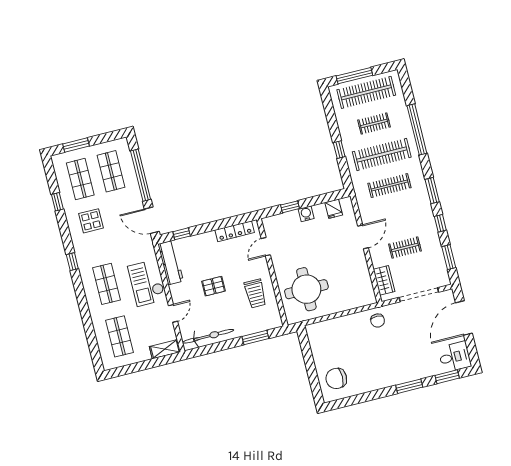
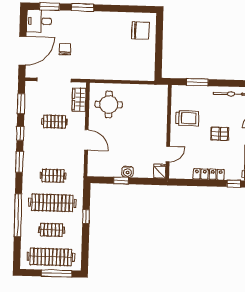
clothes rail: (389, 185) -> (53, 176), width x0.73
window: (290, 207) -> (121, 181), moved
fridge: (334, 209) -> (160, 171), moved
locker: (235, 231) -> (209, 174), moved
door: (363, 237) -> (86, 140), swing flipped
round table: (306, 289) -> (109, 105), moved, width x0.73, depth x0.73
trolley: (255, 293) -> (187, 118), turned 90
chair: (378, 321) -> (65, 49), moved

